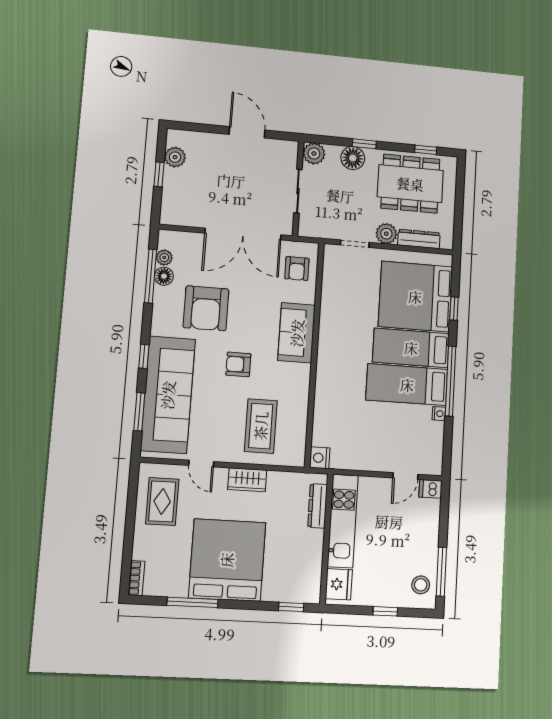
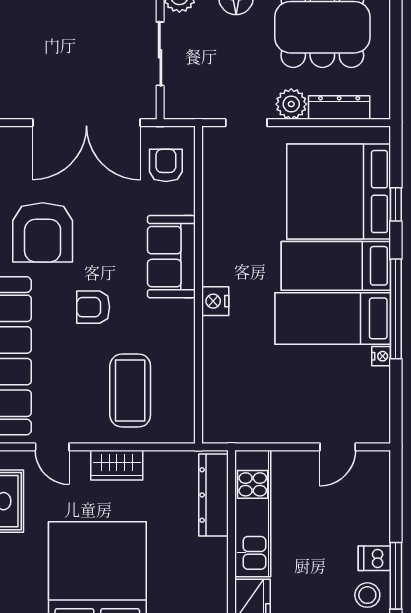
armchair: (297, 268) -> (166, 165), turned 180
nightstand: (320, 458) -> (215, 301), moved
dishwasher: (430, 489) -> (374, 558), moved
dresser: (318, 506) -> (214, 495), width x1.37, depth x1.24

